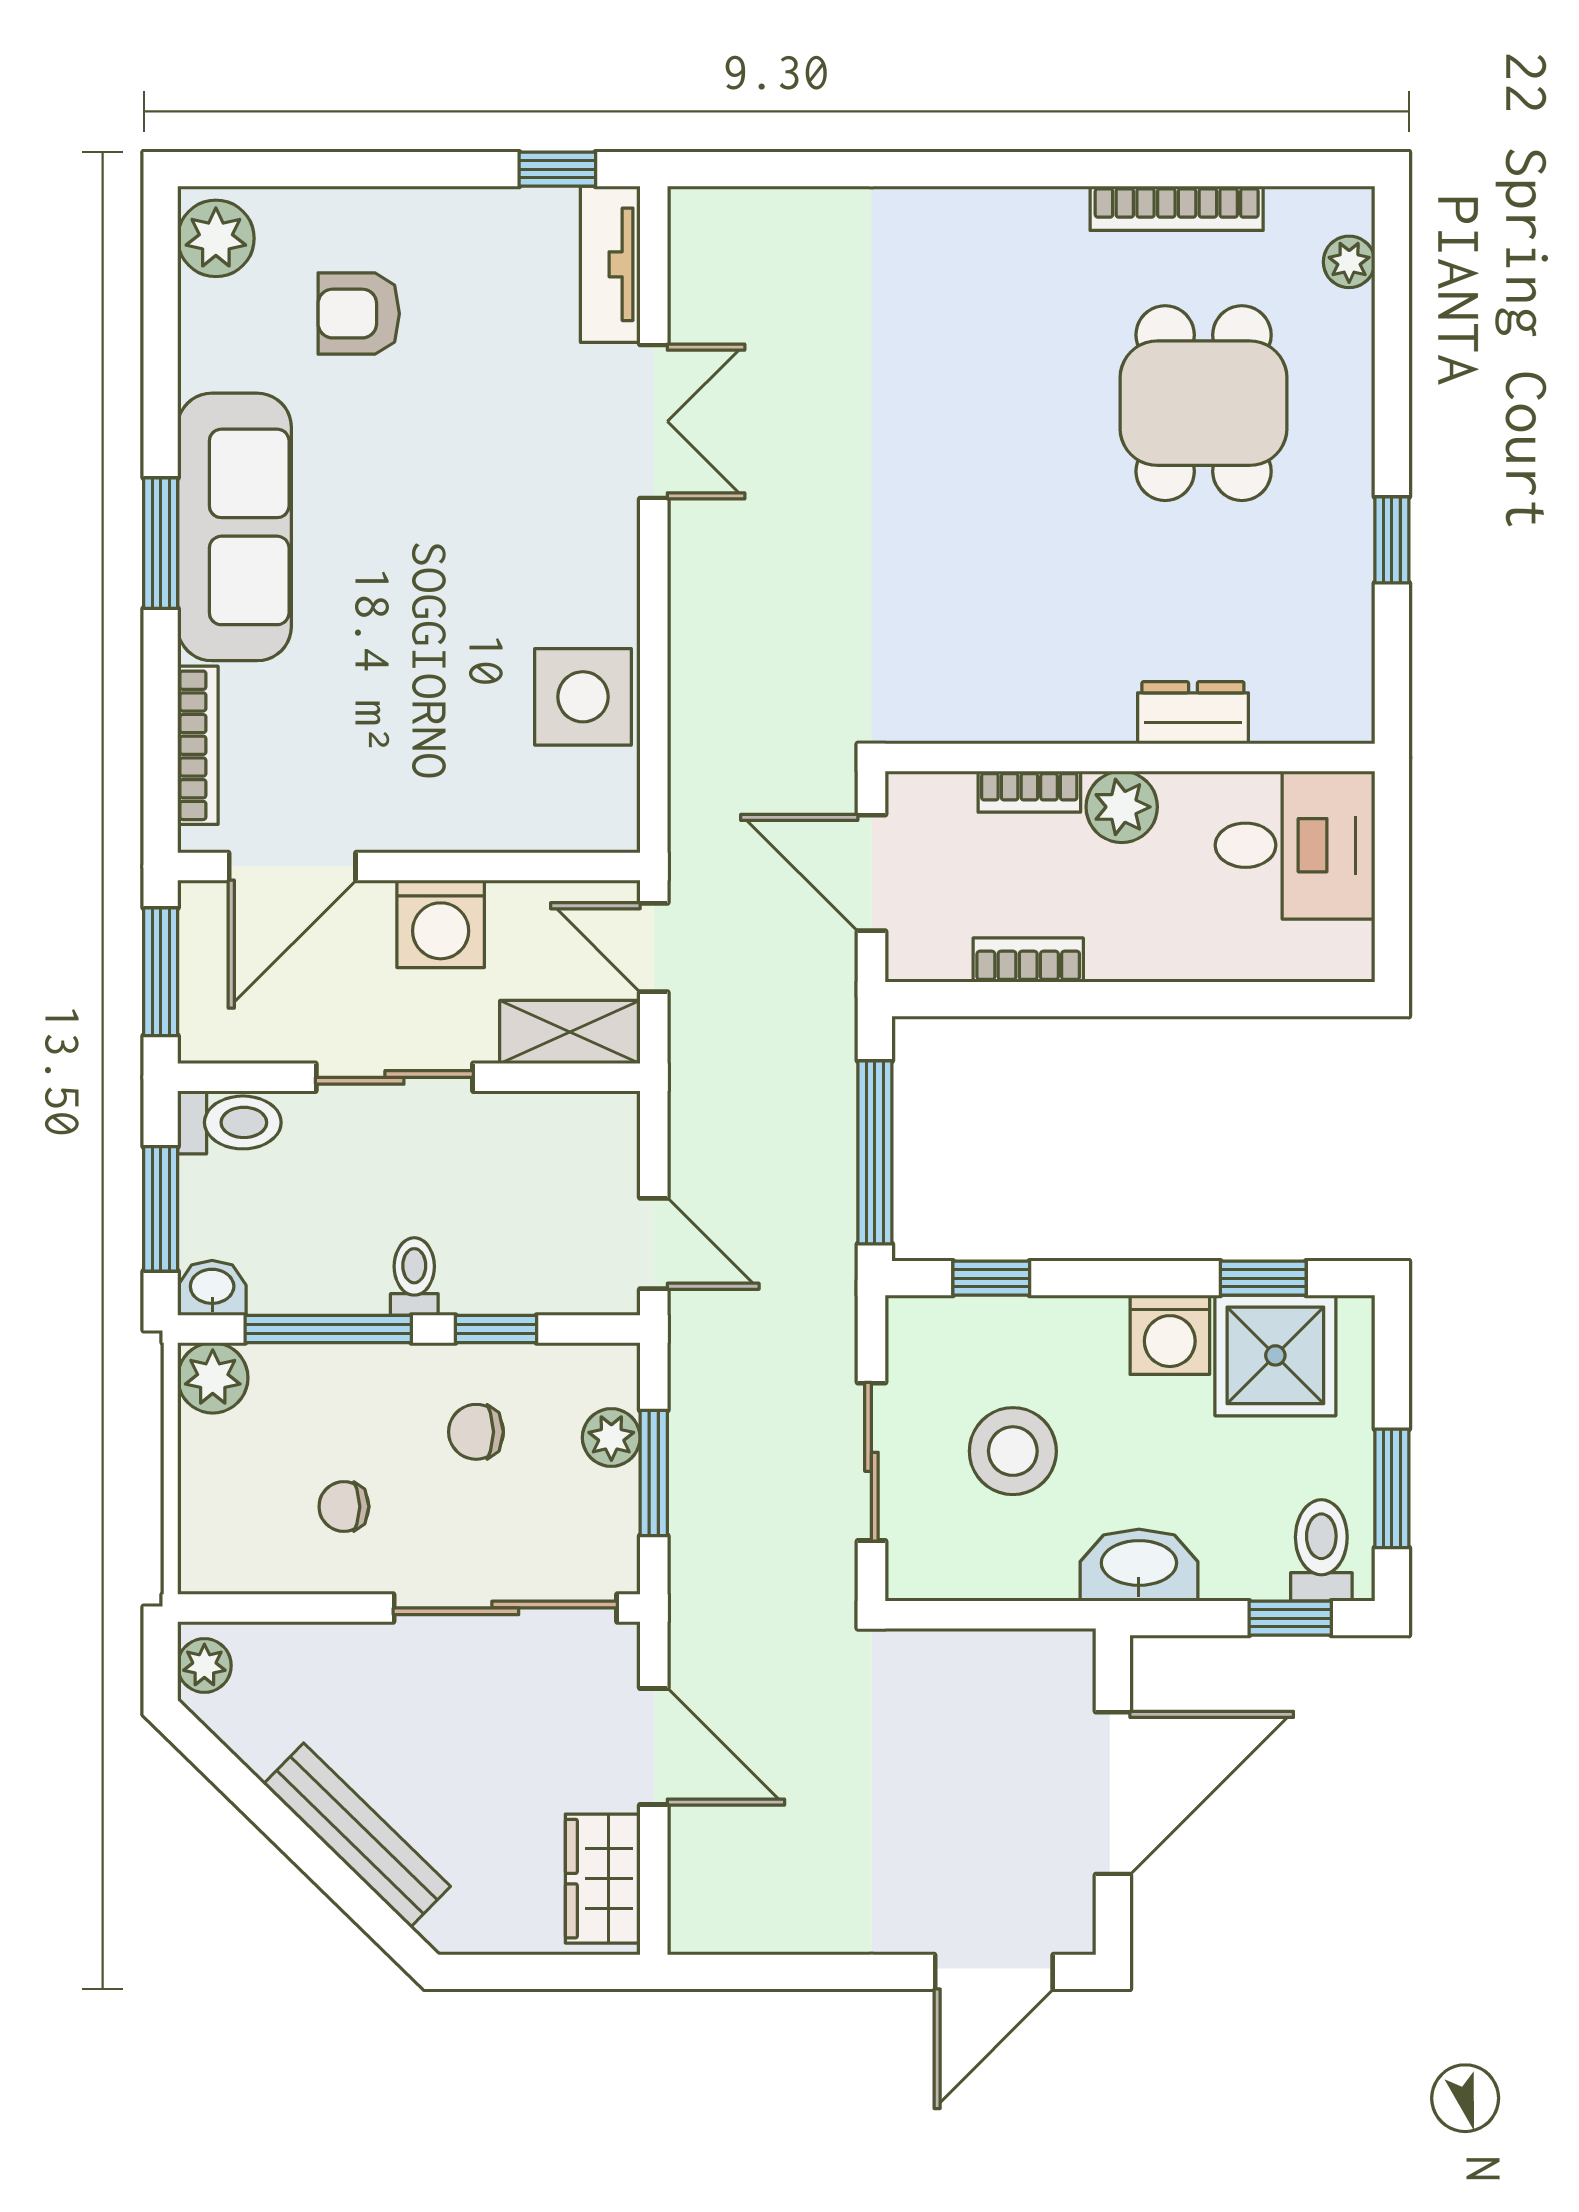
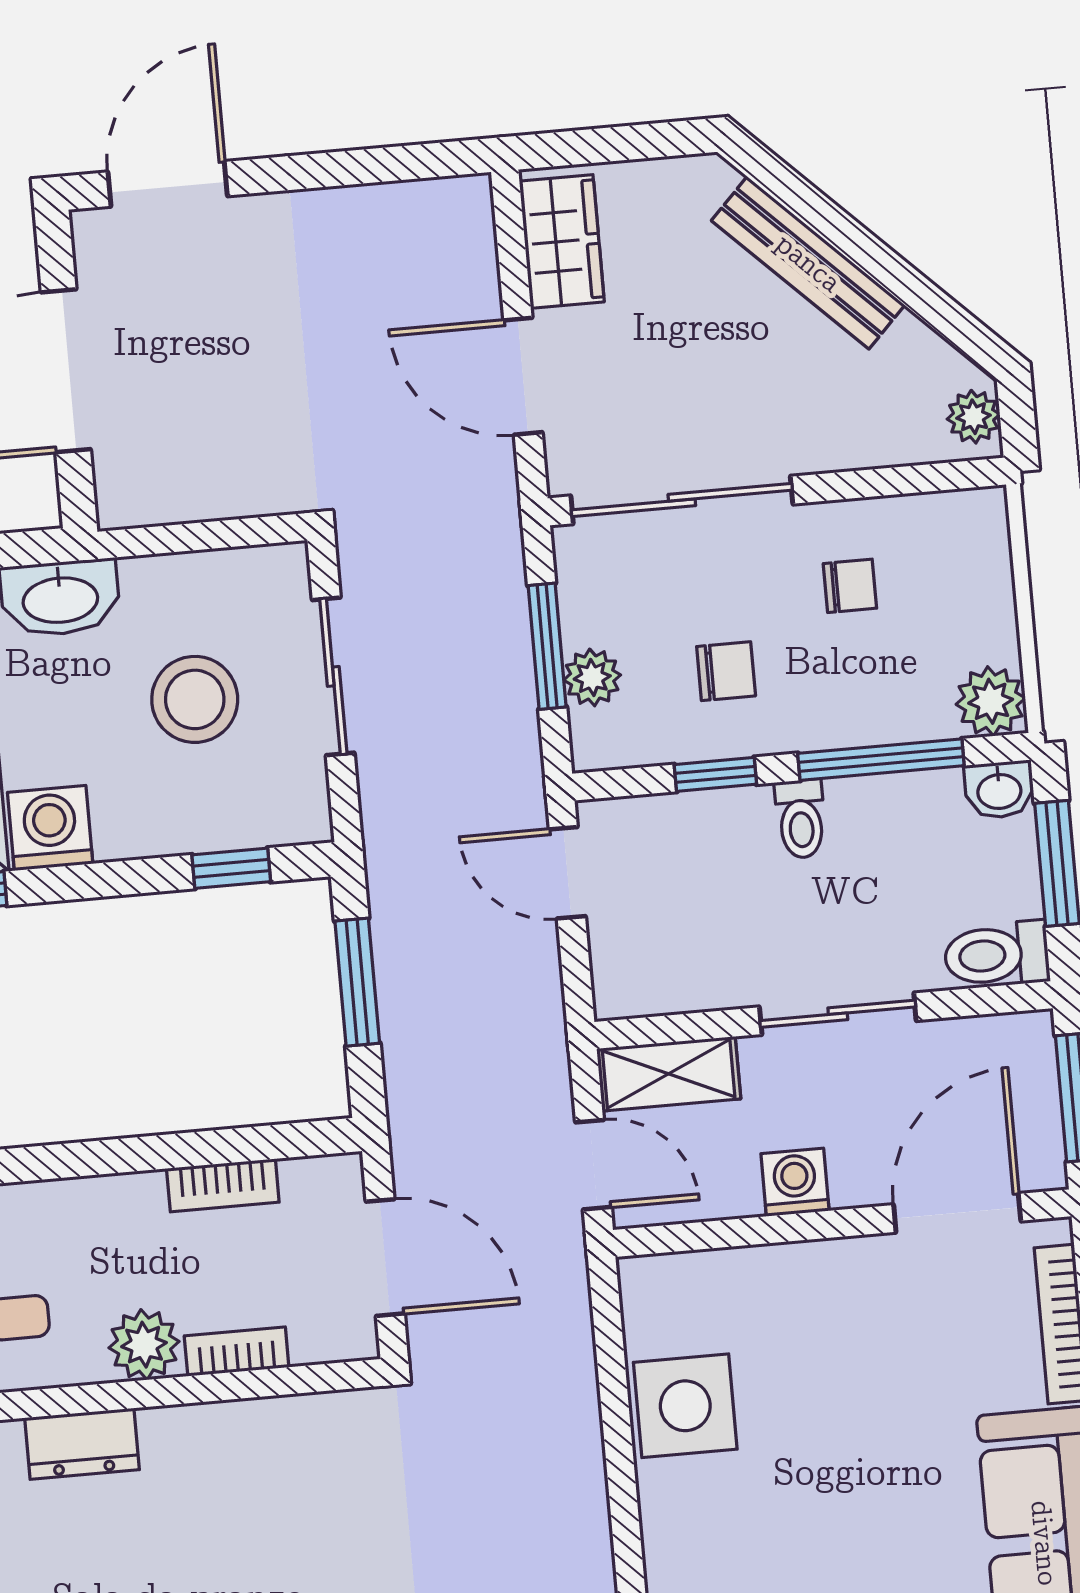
washing machine: (441, 924) -> (795, 1182), width x0.73, depth x0.73
window: (875, 1152) -> (357, 982), width x0.69

